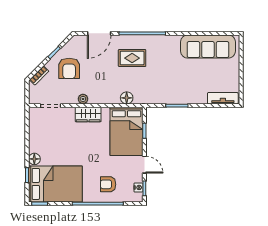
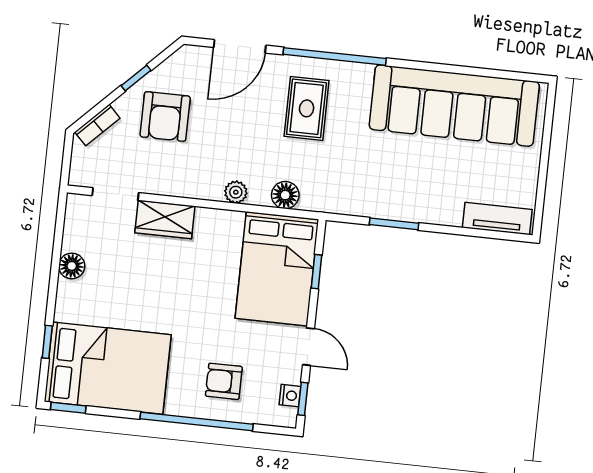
sofa: (208, 47) -> (454, 106), width x1.36, depth x1.27
rug: (132, 58) -> (307, 108), turned 90
plant: (83, 99) -> (236, 192), moved
wardrobe: (88, 115) -> (165, 219), moved
floor lamp: (34, 159) -> (72, 266), moved

